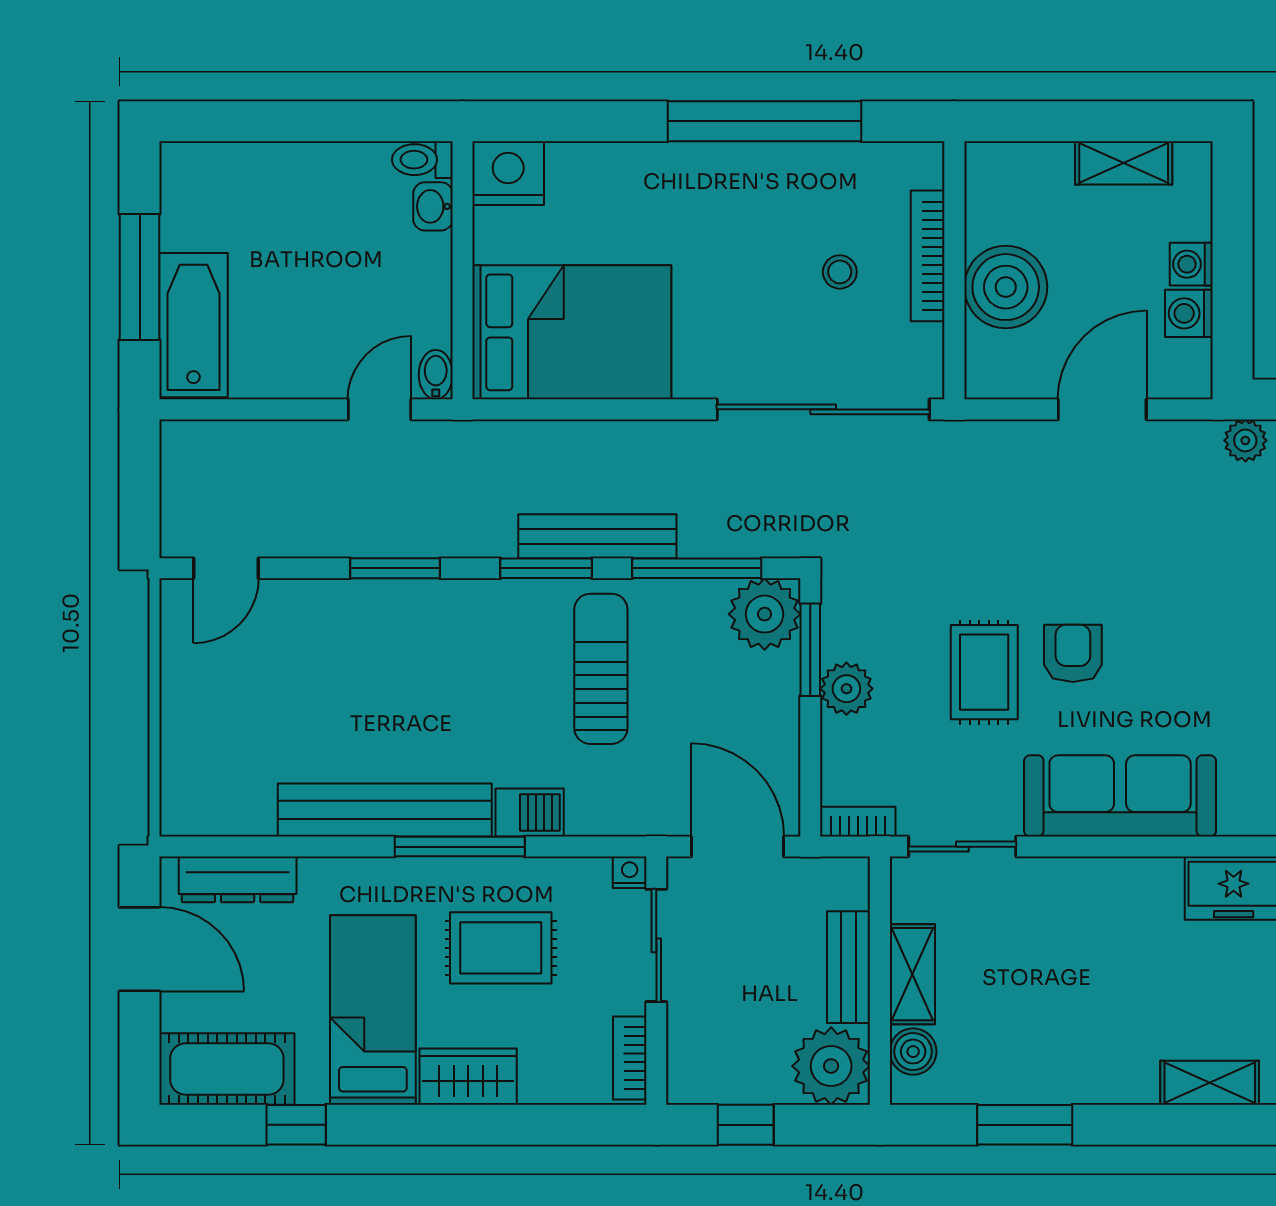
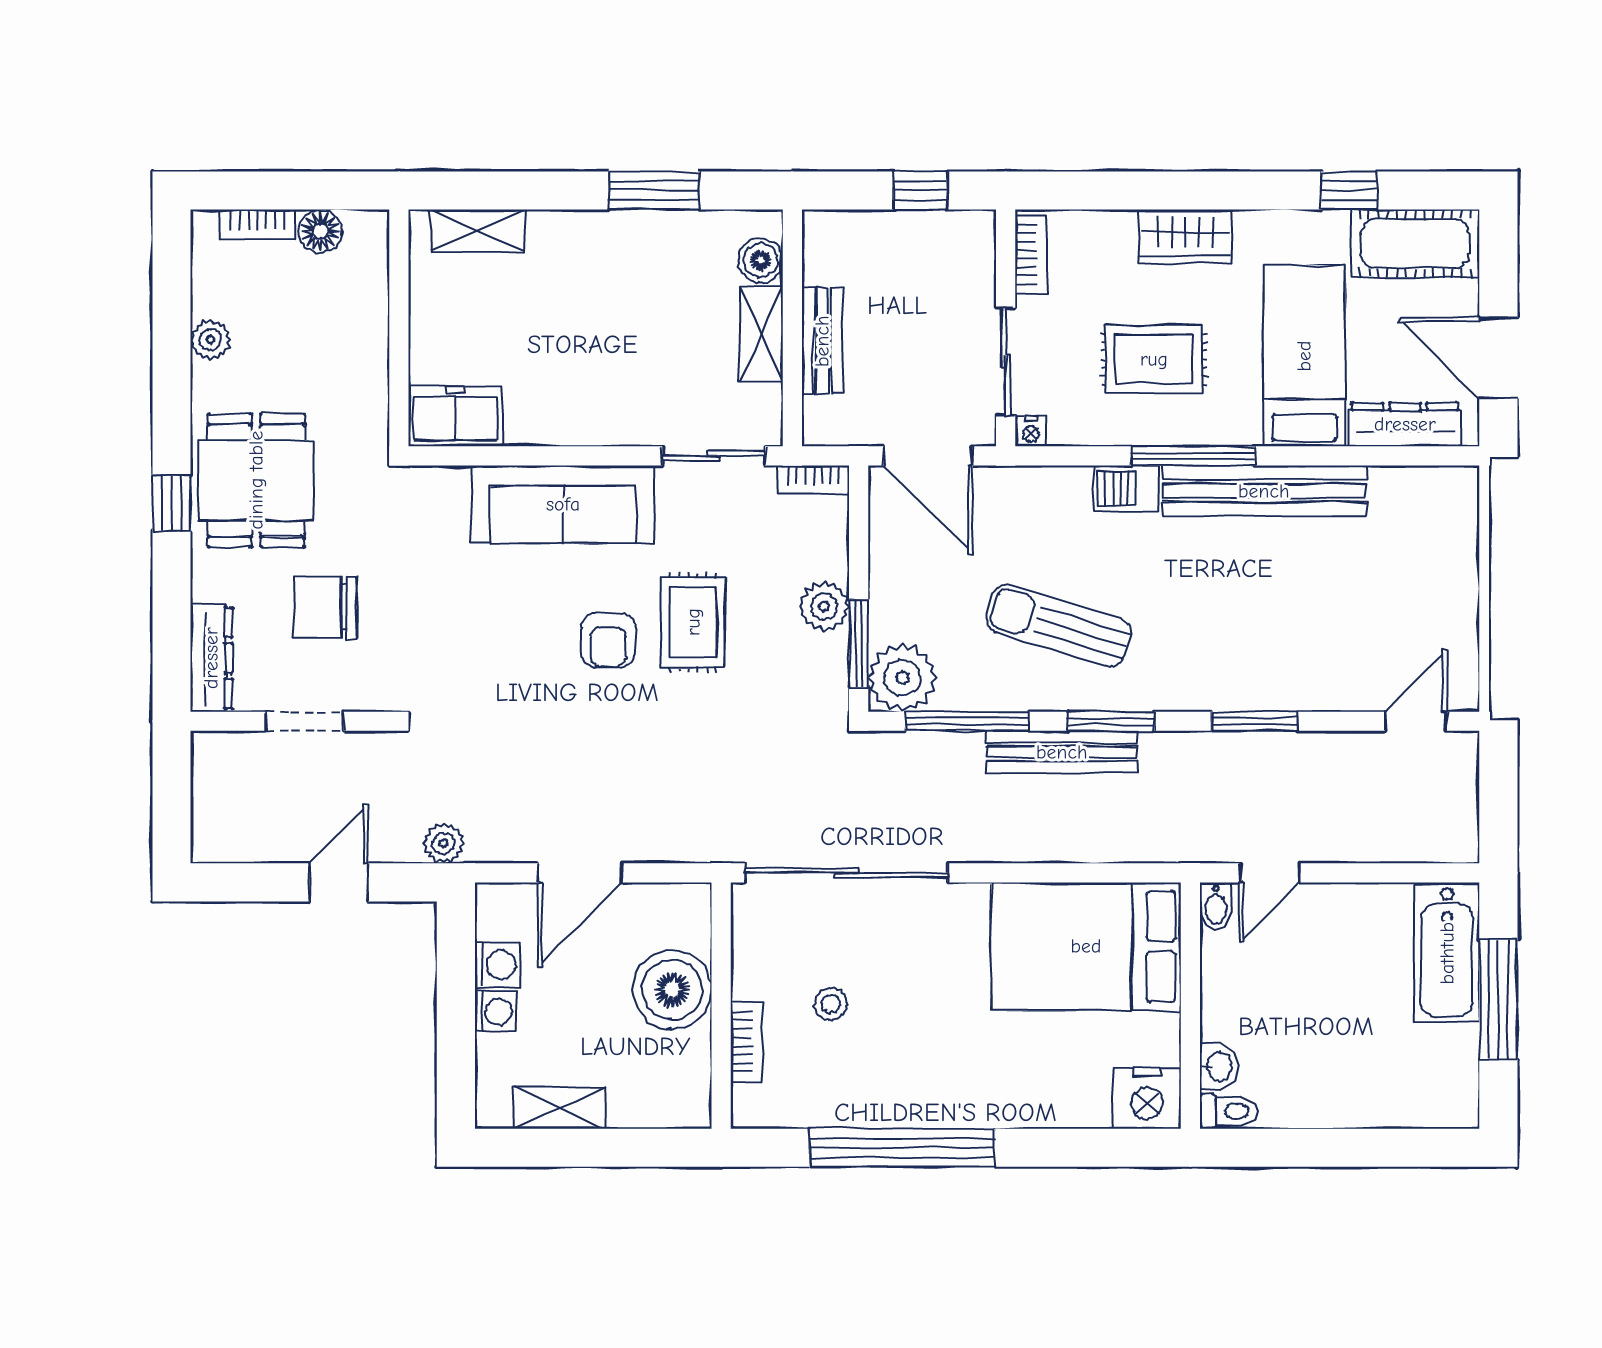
bookcase: (928, 256) -> (747, 1042), width x0.64
sun lounger: (601, 669) -> (1058, 625), turned 107
bed: (373, 1010) -> (1304, 356), moved, turned 180
plant: (831, 1066) -> (839, 247), removed

